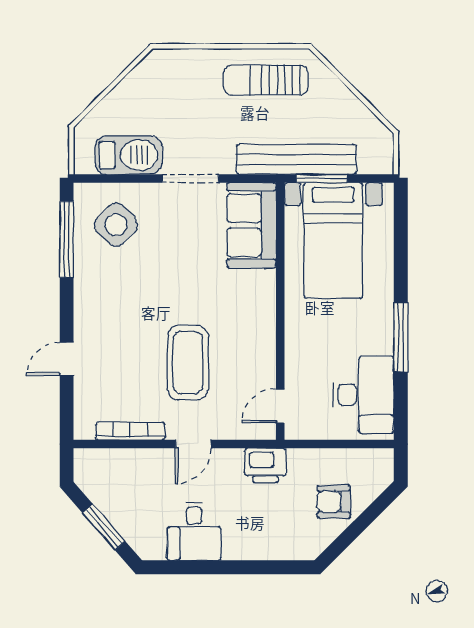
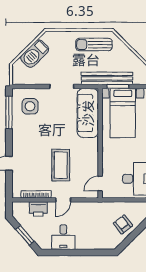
barbecue: (129, 155) -> (35, 54), moved, turned 135
side table: (116, 225) -> (30, 106), turned 45
sofa: (251, 225) -> (88, 113), width x1.36
printer: (265, 465) -> (38, 209), moved
armchair: (334, 502) -> (123, 224), turned 52

